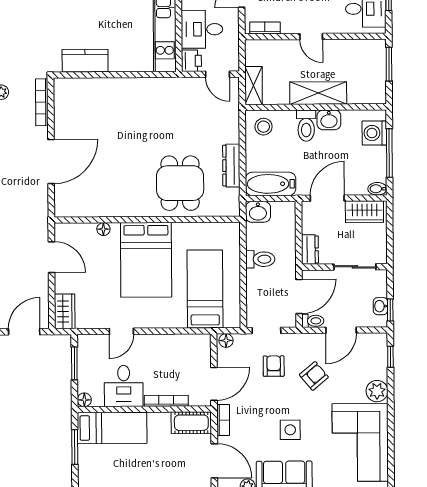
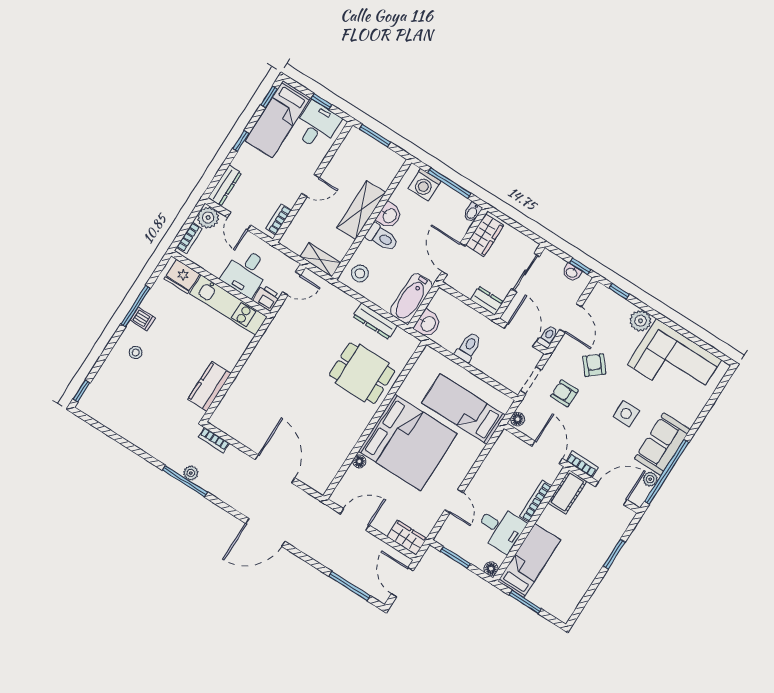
bookcase: (42, 102) -> (214, 440), width x0.64
bed: (146, 260) -> (408, 442), width x1.36

